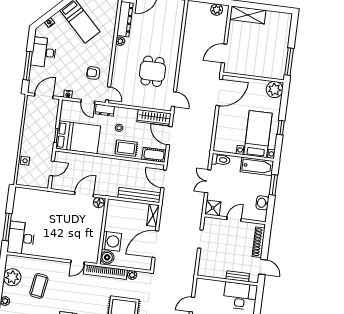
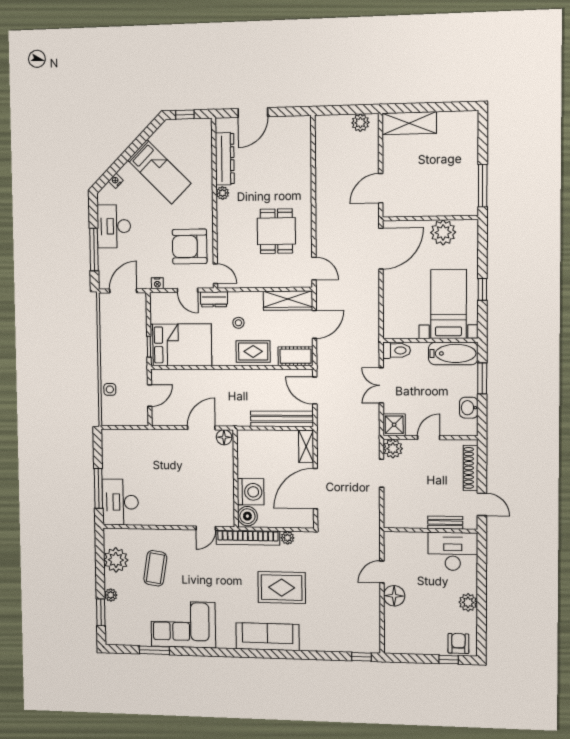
armchair: (93, 73) -> (190, 246), width x1.88, depth x1.88
plant: (275, 89) -> (443, 232), moved
door: (169, 136) -> (314, 324), swing flipped
plant: (210, 224) -> (393, 449), added

